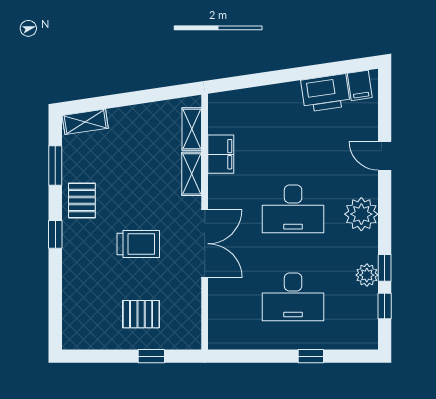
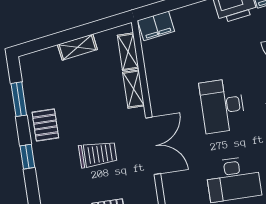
shelving: (85, 122) -> (77, 47), moved
filing cabinet: (221, 154) -> (156, 26), moved, turned 82
desk: (293, 209) -> (222, 106), turned 90

